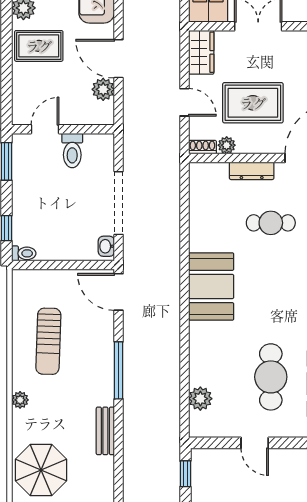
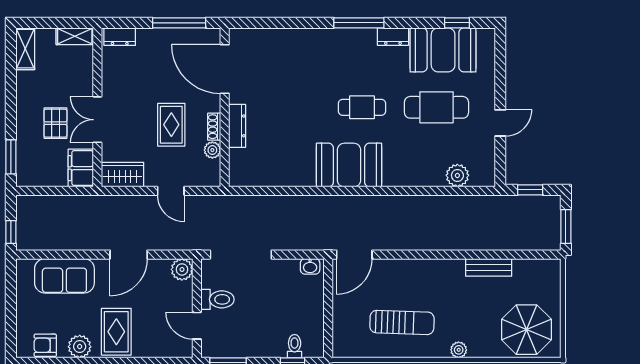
plant: (103, 89) -> (182, 269), moved
door: (184, 102) -> (171, 191), swing flipped
rug: (253, 103) -> (171, 125), width x0.73, depth x0.70
shoe rack: (202, 147) -> (214, 127), moved
doorway: (119, 203) -> (241, 255), moved
cafe table: (271, 223) -> (362, 107), moved, turned 90
toilet: (24, 253) -> (295, 346), moved
window: (119, 370) -> (430, 255), removed

